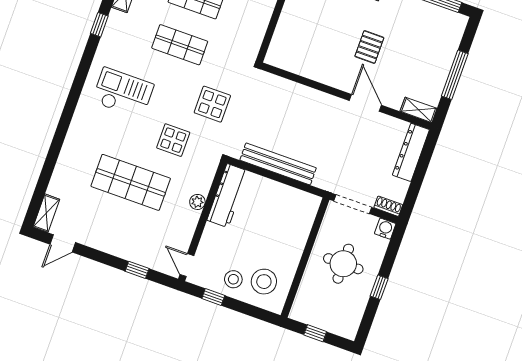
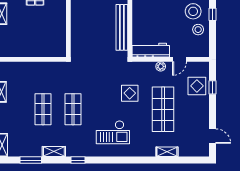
checkout: (123, 93) -> (113, 132), turned -90
display table: (212, 104) -> (197, 86), moved
shelving: (46, 213) -> (167, 152), moved
door: (187, 265) -> (180, 59), moved
window: (213, 297) -> (213, 14), moved

